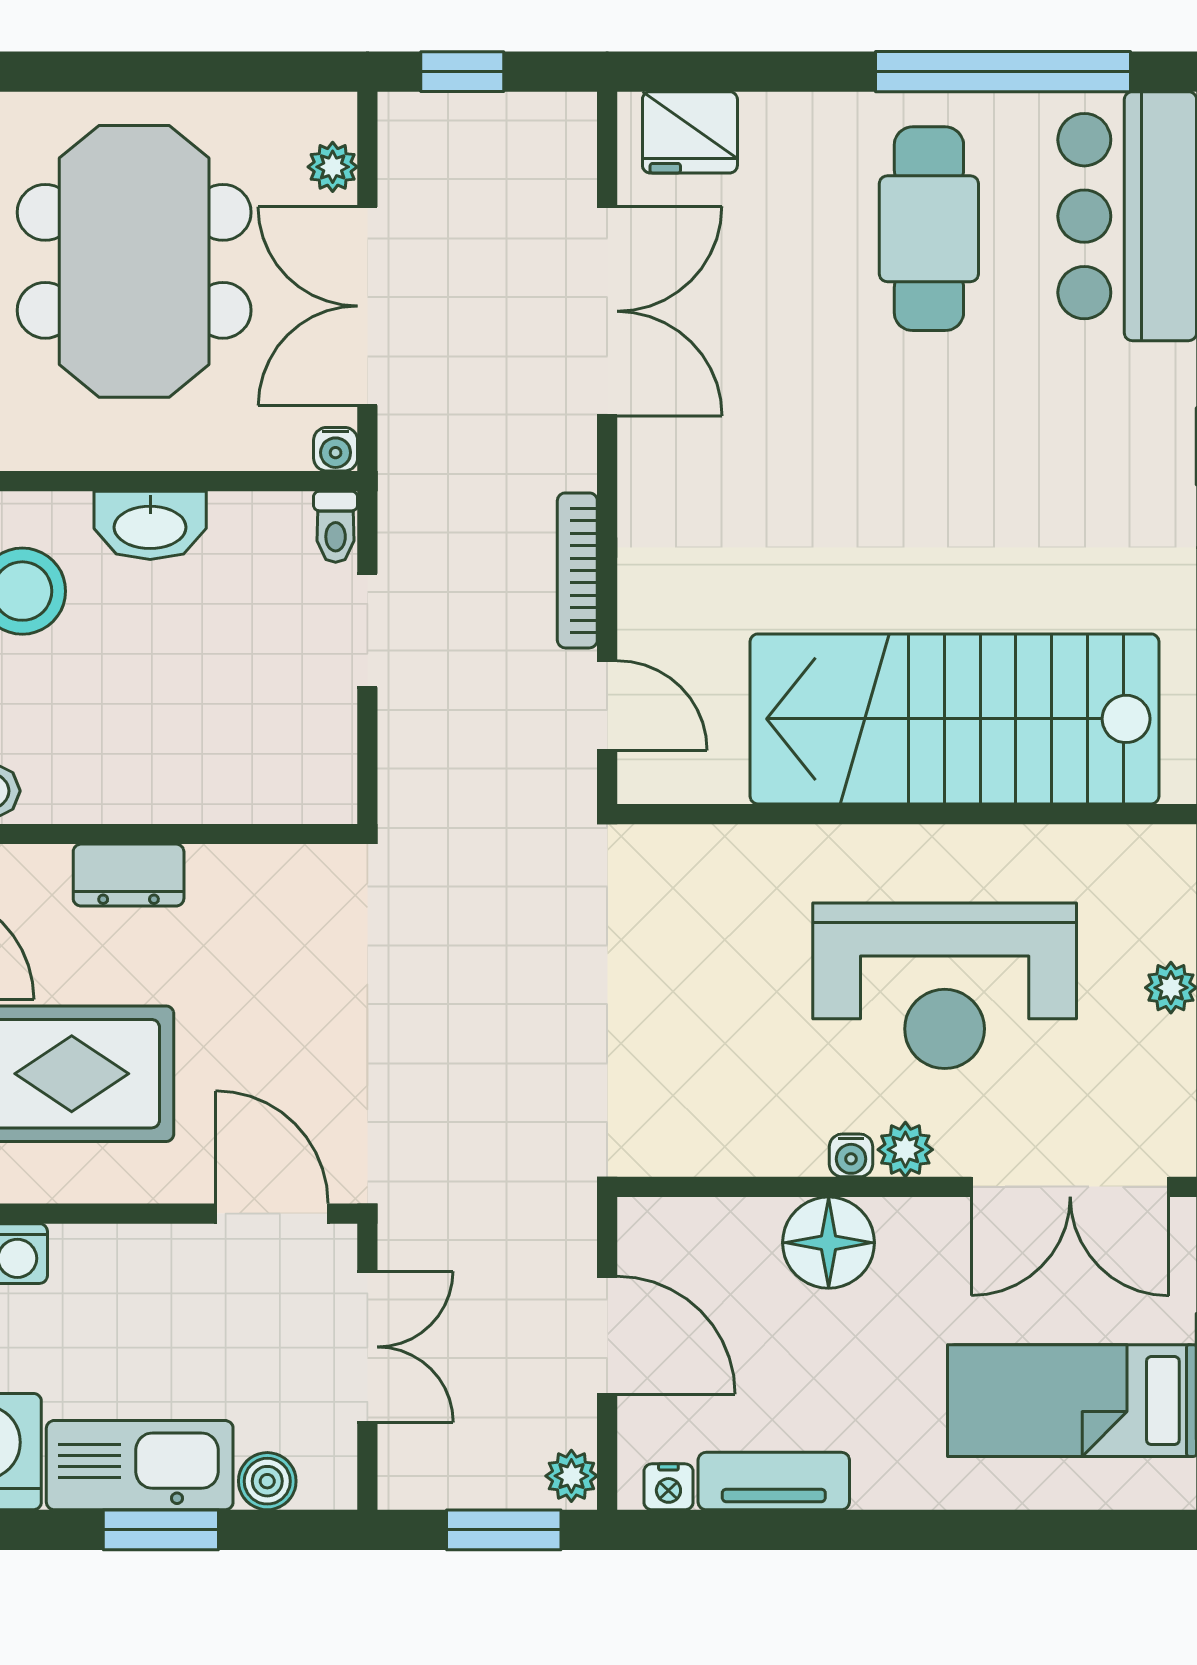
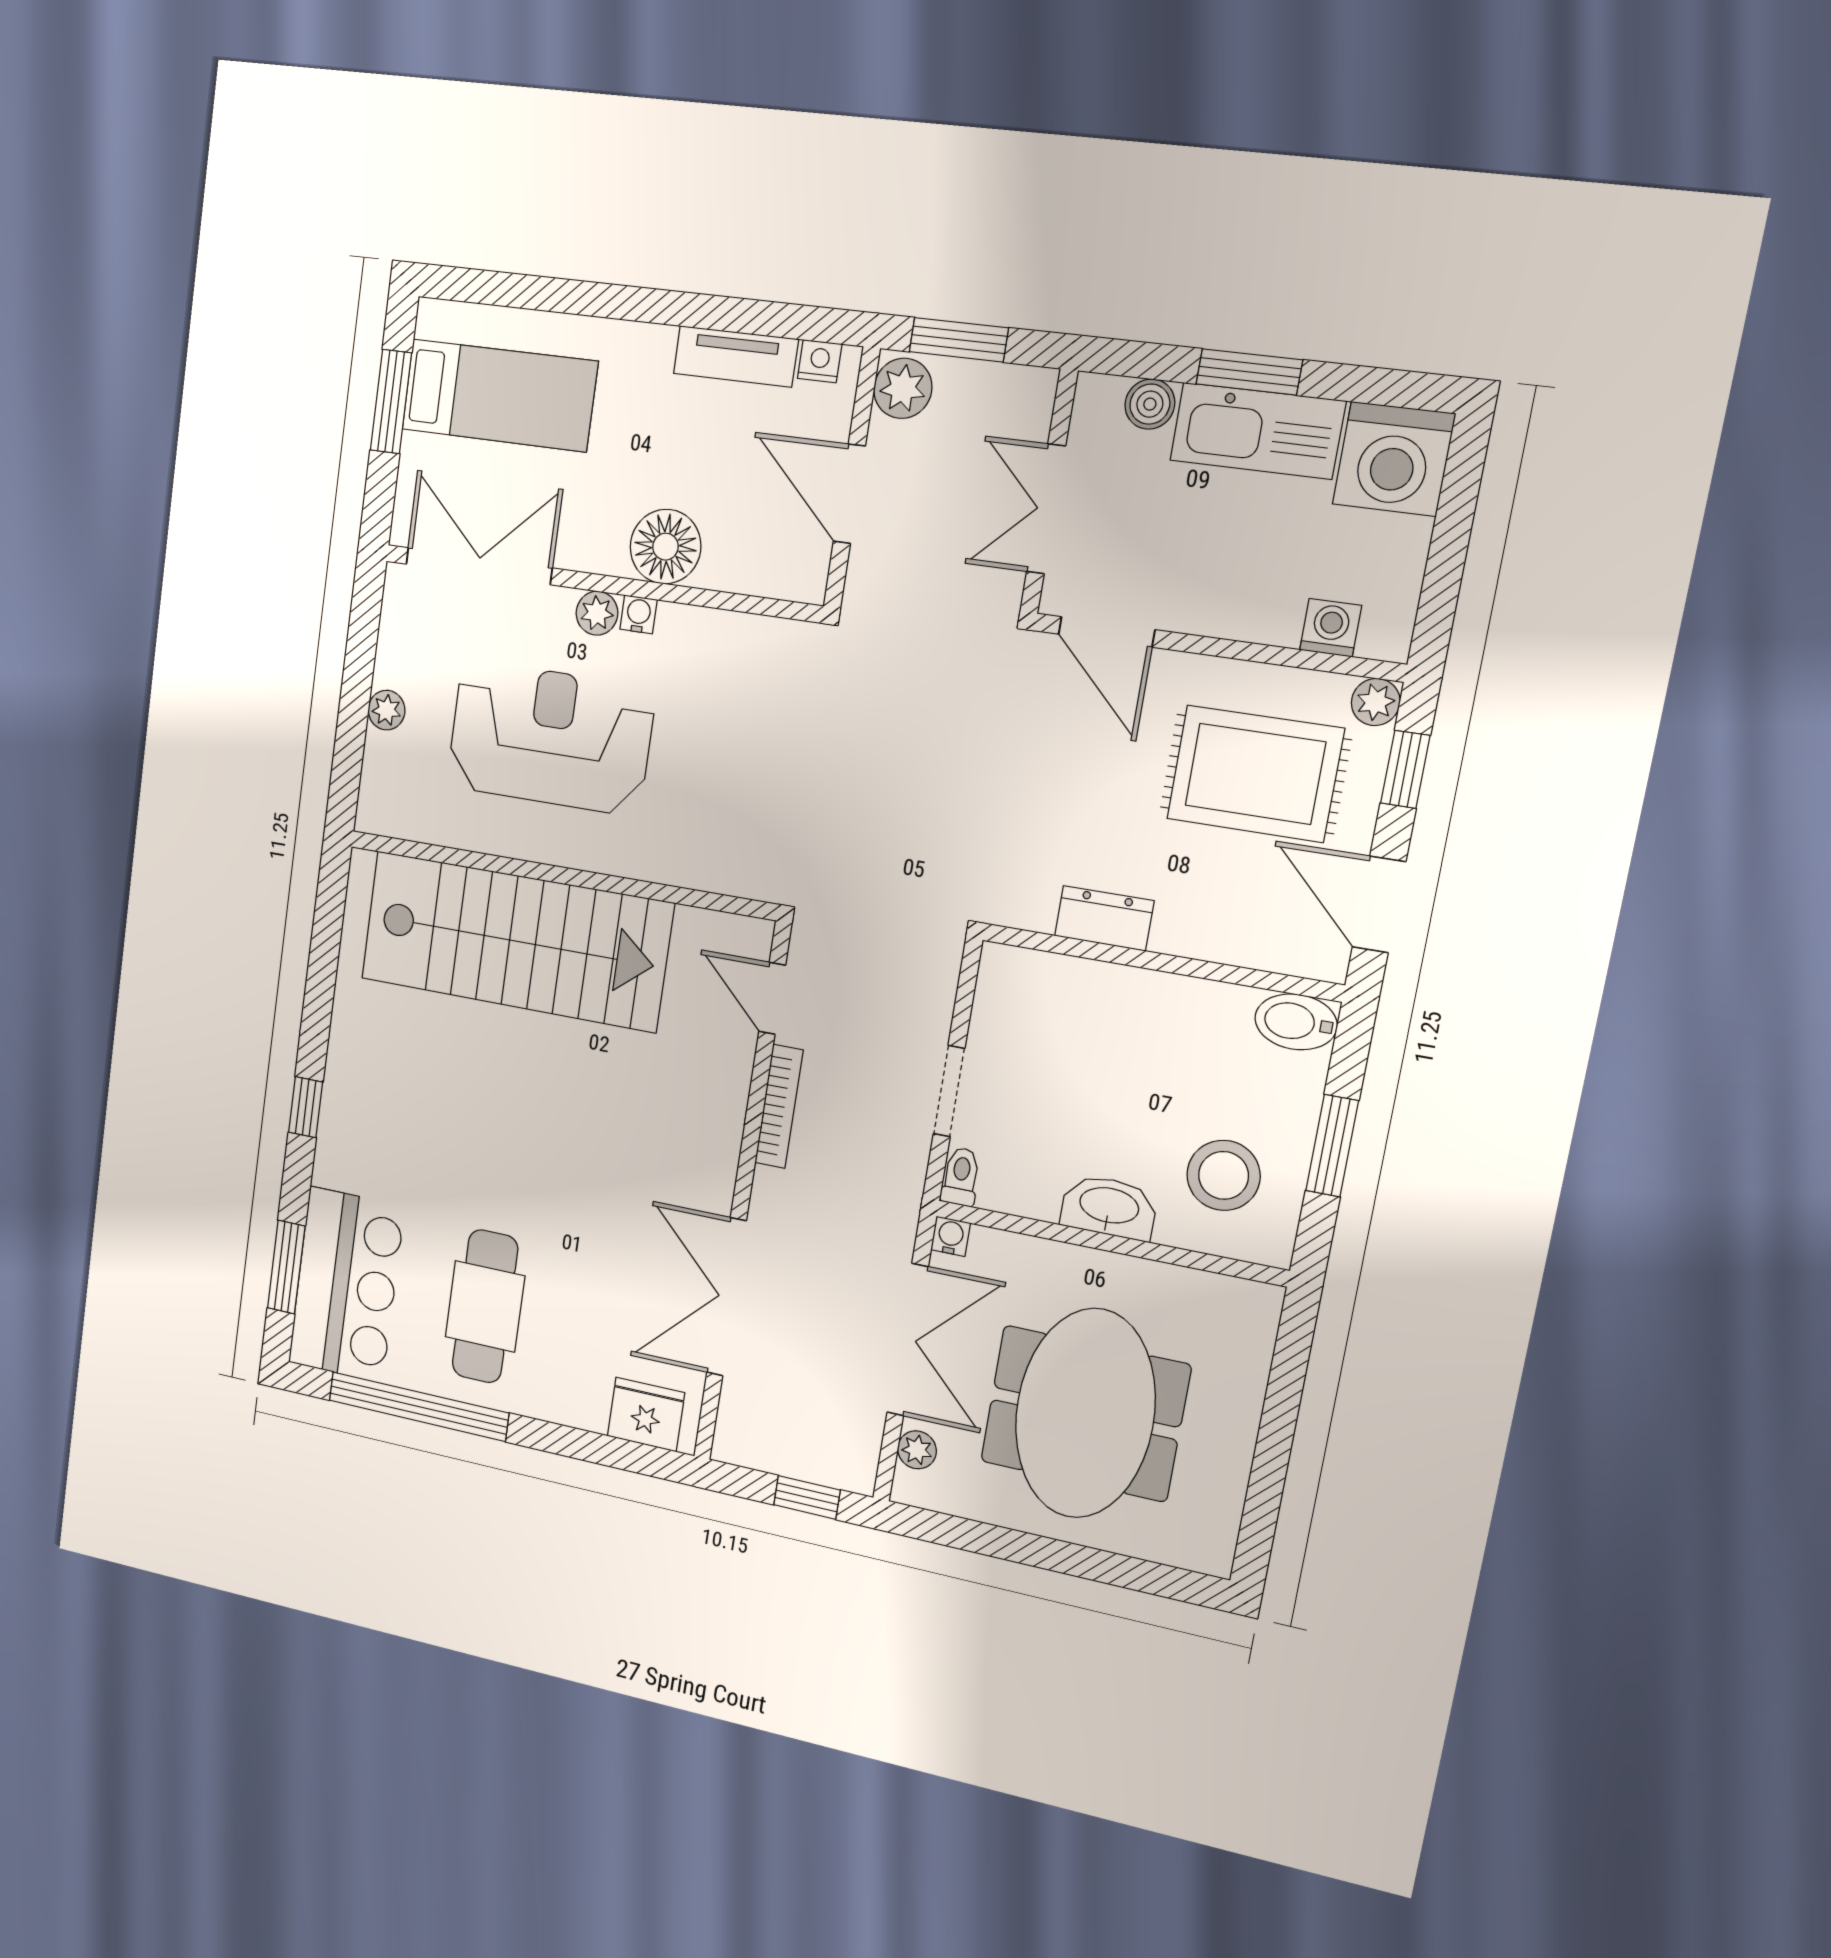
dresser: (129, 875) -> (1104, 918), moved
plant: (571, 1476) -> (903, 388), width x1.38, depth x1.38

